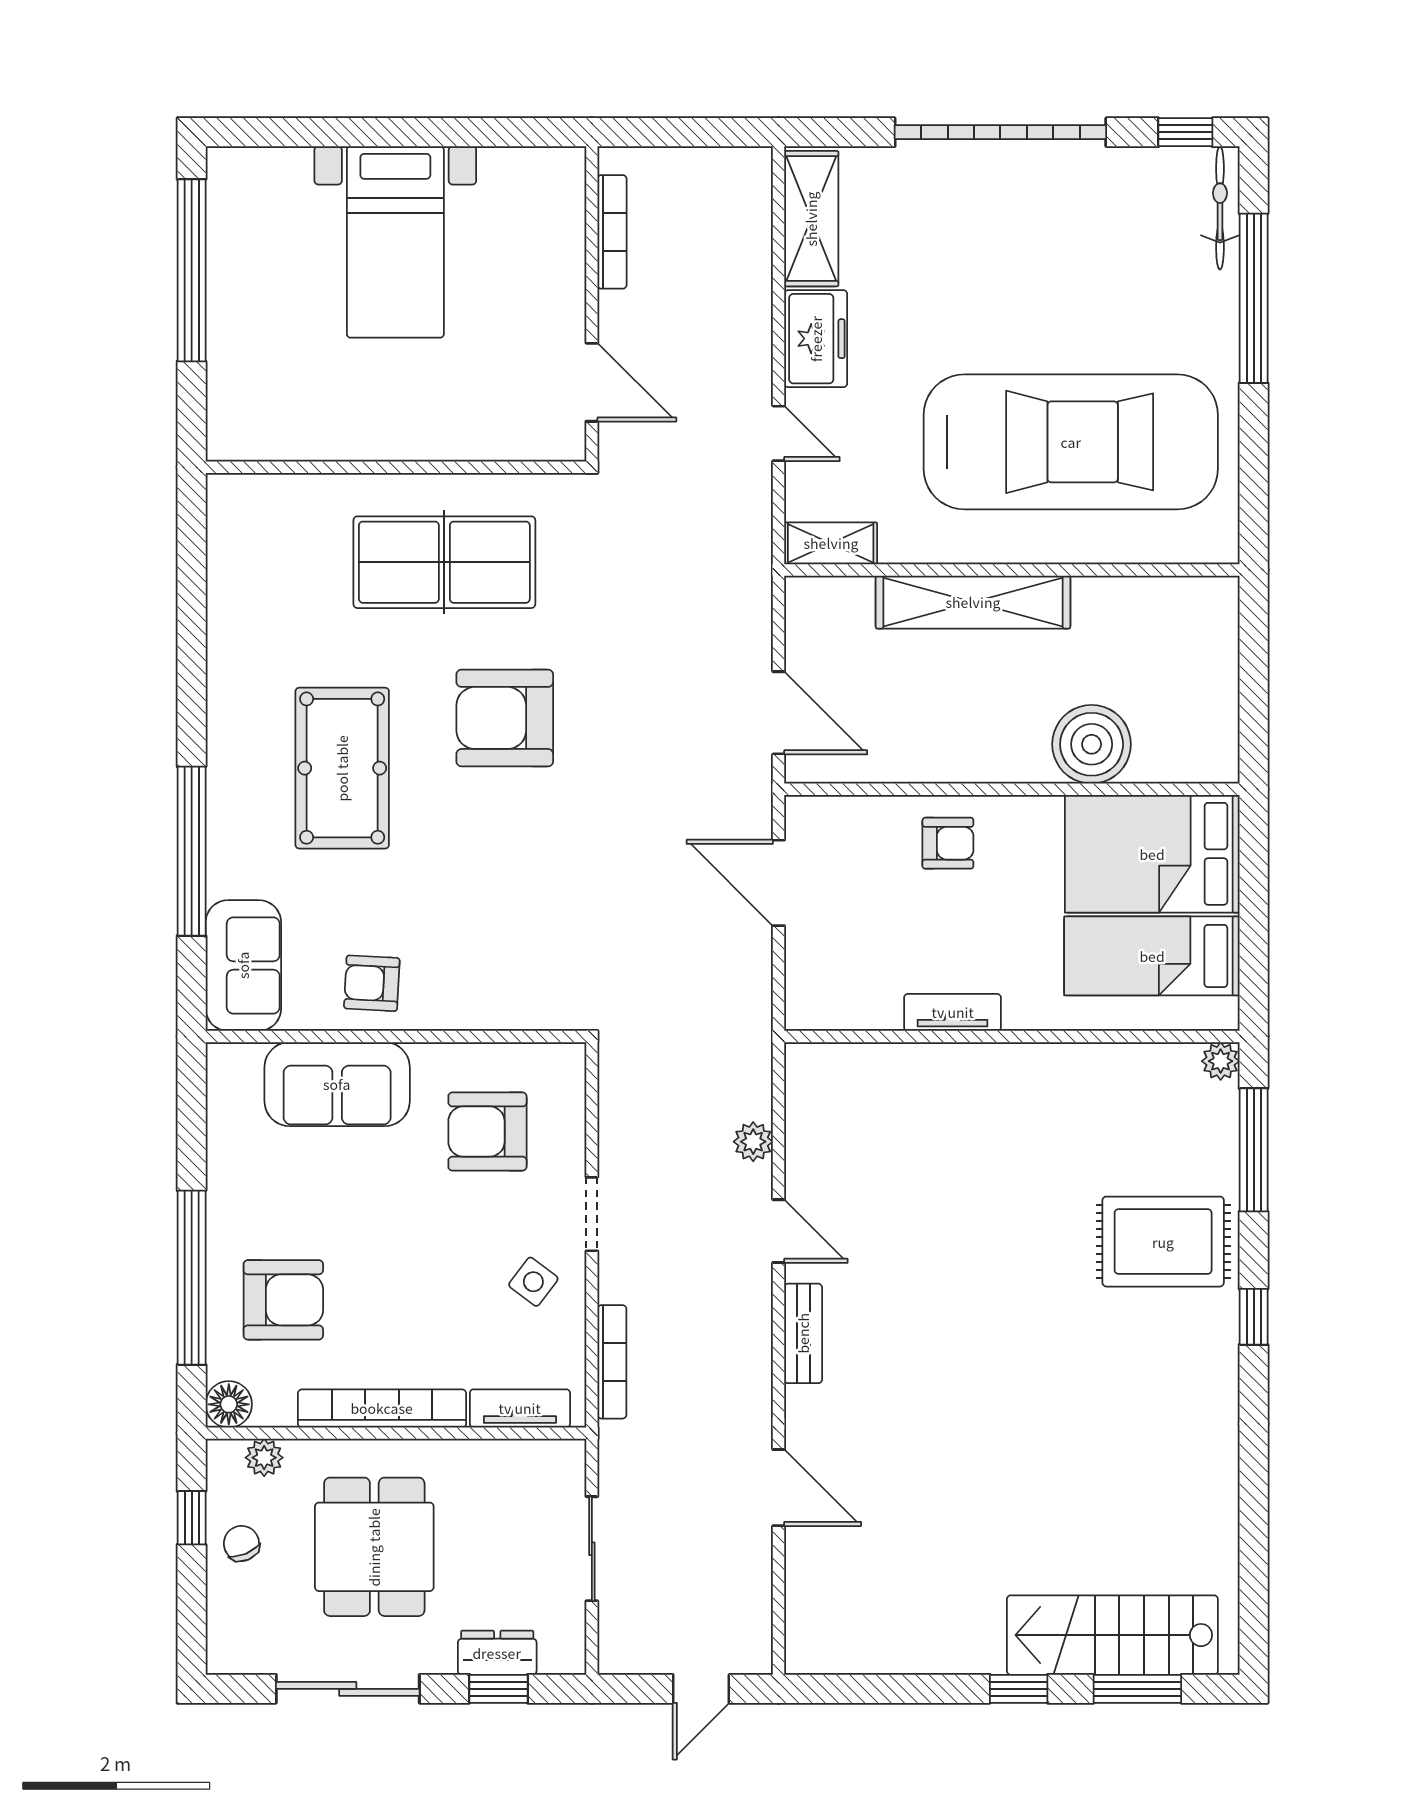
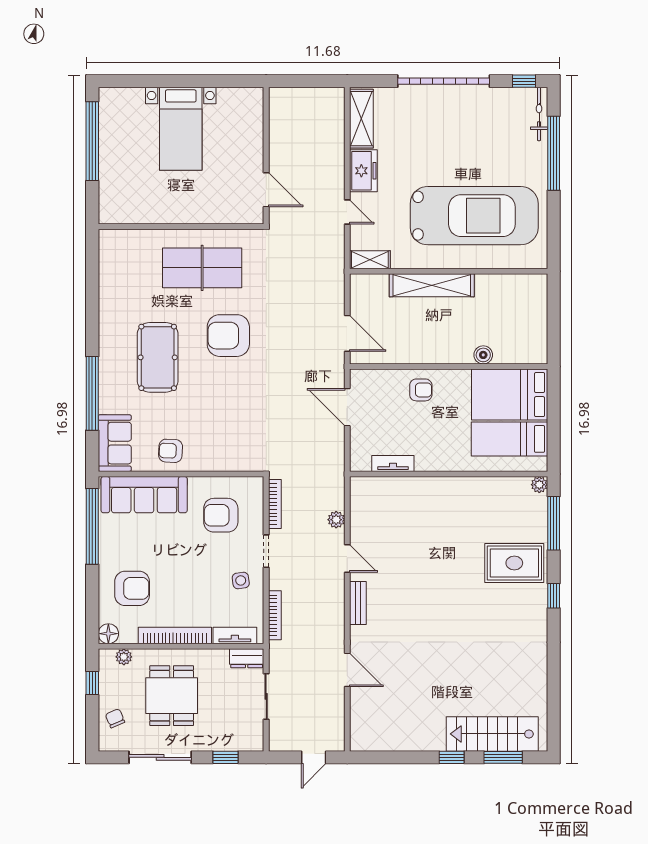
bookcase: (612, 232) -> (275, 504), moved
boiler: (1092, 744) -> (483, 355), width x0.54, depth x0.54
tv unit: (953, 1012) -> (393, 463), moved
sofa: (337, 1084) -> (144, 495), width x1.36
window: (192, 1278) -> (92, 526), moved
side table: (533, 1282) -> (241, 580), turned 45
chair: (241, 1543) -> (115, 718), moved
dresser: (497, 1653) -> (247, 658), moved, turned 180

